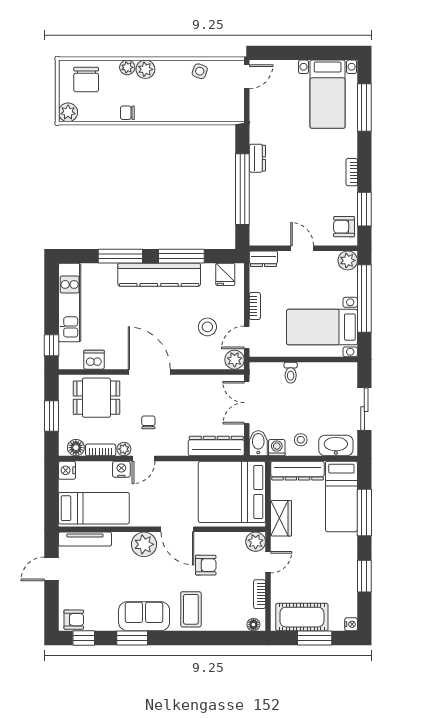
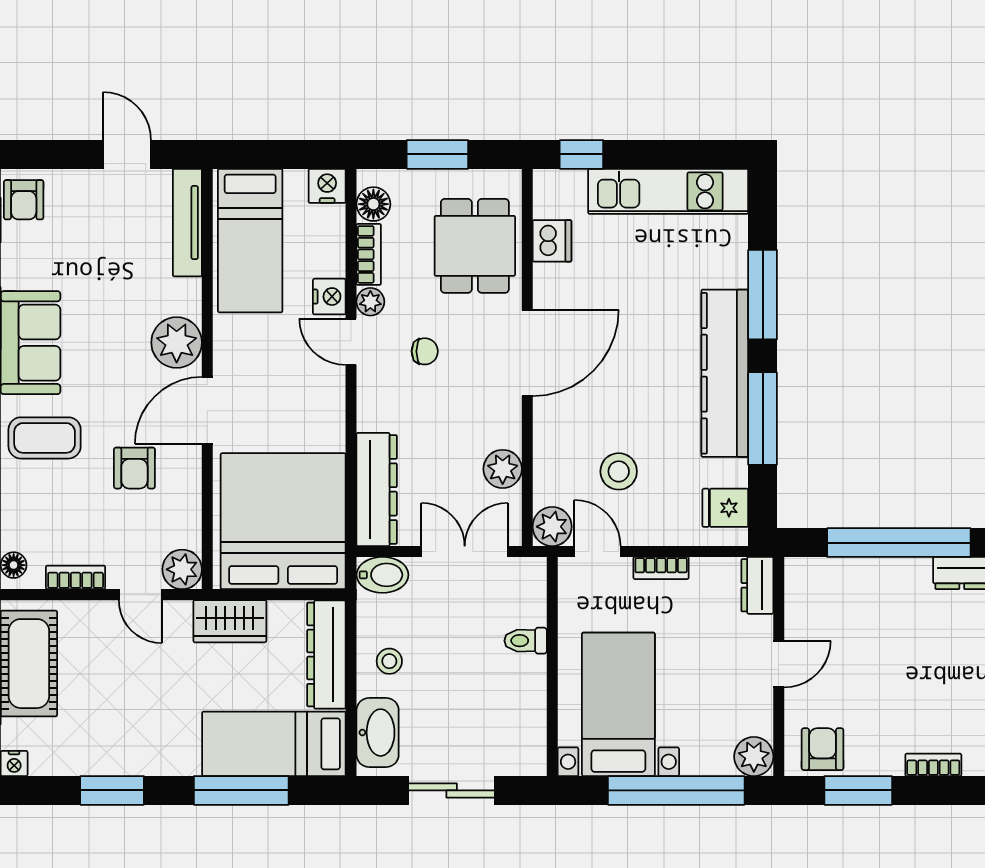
plant: (206, 384) -> (503, 469), added
washing machine: (277, 448) -> (373, 612), removed

